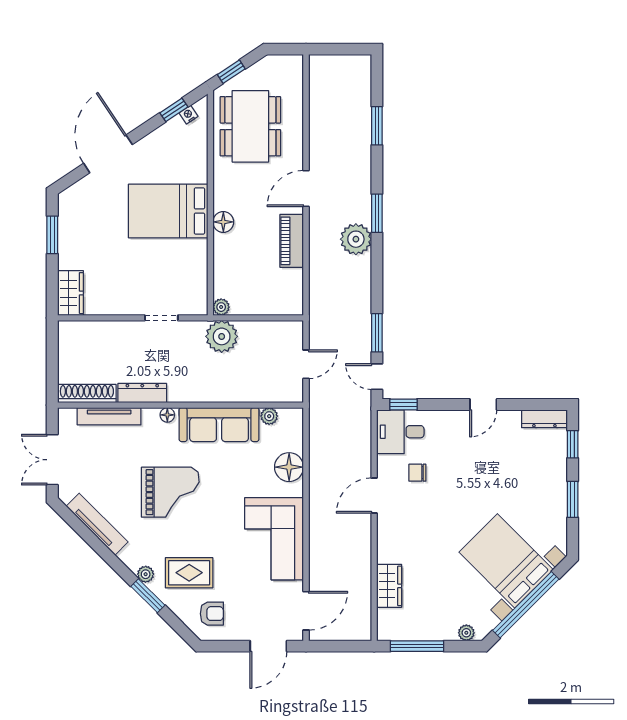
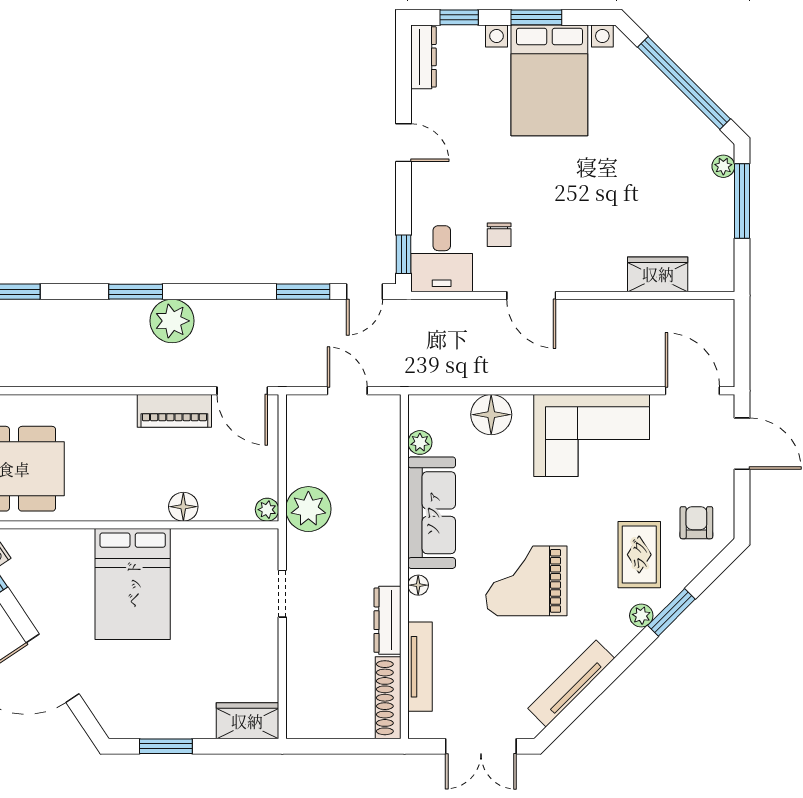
door: (306, 189) -> (242, 391), moved
floor lamp: (223, 222) -> (183, 507), moved
grand piano: (170, 492) -> (526, 581), turned -90
bed with nightstands: (506, 561) -> (549, 80), moved, turned -45
window: (417, 646) -> (742, 201), moved

